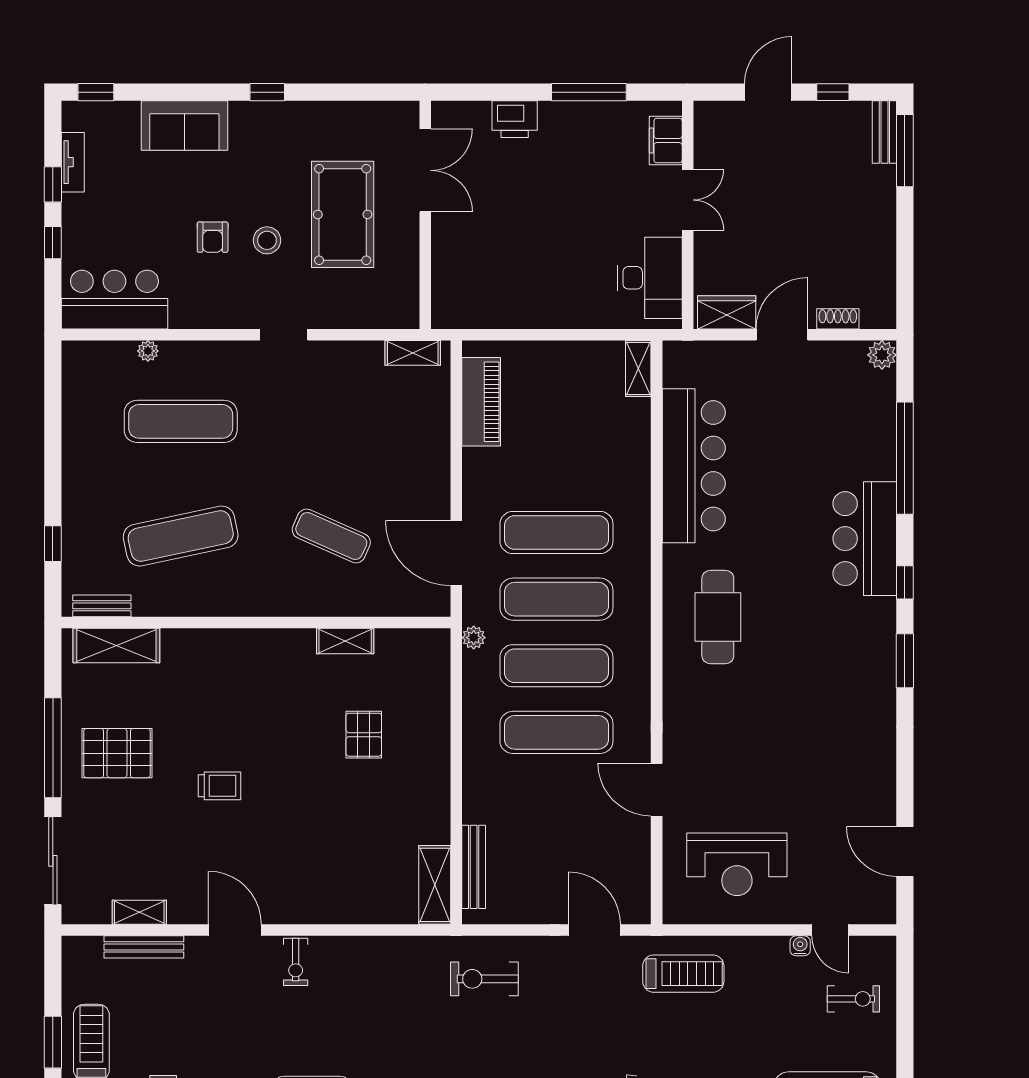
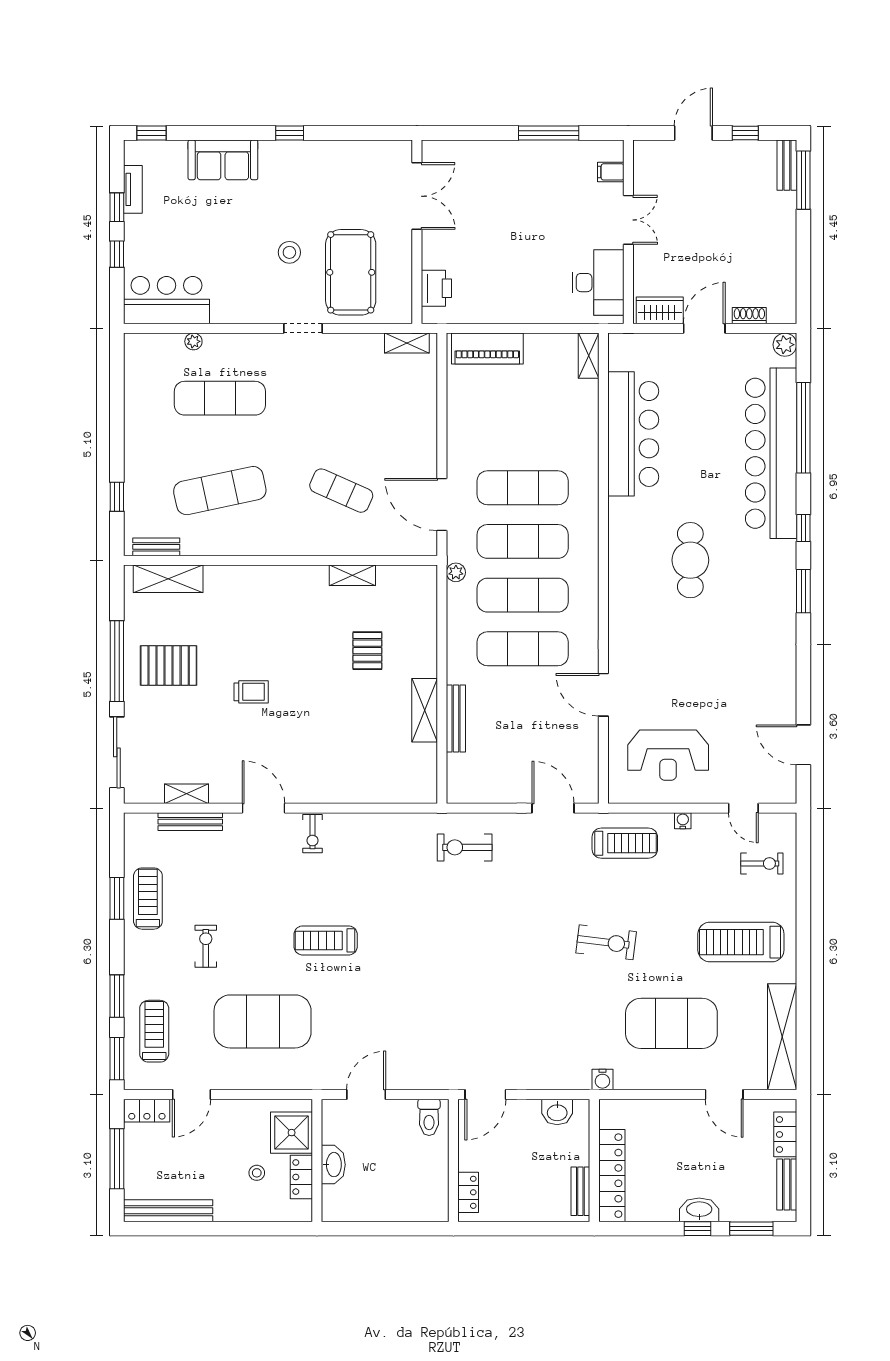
printer: (515, 119) -> (436, 288), moved, turned -90
filing cabinet: (666, 141) -> (611, 172), width x0.50
pool table: (343, 214) -> (351, 272), moved
armchair: (213, 237) -> (246, 250), removed
piano: (481, 402) -> (487, 349), moved, turned 90
bar counter: (865, 539) -> (771, 453), width x1.86
cafe table: (718, 617) -> (690, 560), moved
bench: (474, 867) -> (456, 718), moved
shelving: (435, 885) -> (425, 710), moved
water cooler: (800, 946) -> (683, 821), moved

